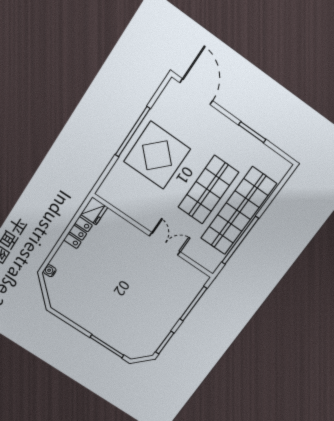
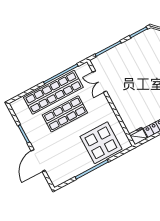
door: (196, 92) -> (38, 161), moved
display table: (157, 155) -> (101, 143), moved
double door: (165, 244) -> (99, 82), moved

